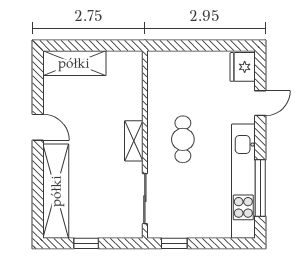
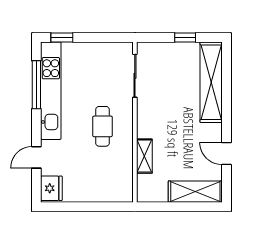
door: (38, 127) -> (227, 153), moved
shelving: (134, 141) -> (144, 156), moved
window: (174, 243) -> (62, 37), moved

